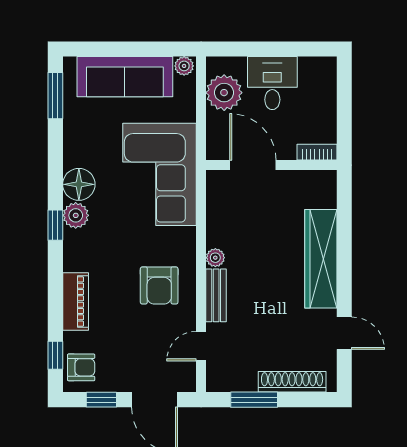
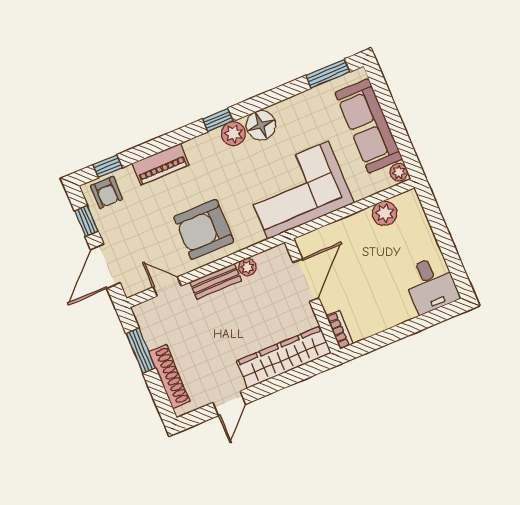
desk: (272, 83) -> (431, 285), moved, turned 90
plant: (224, 93) -> (385, 213), width x0.73, depth x0.73
bookcase: (317, 152) -> (340, 330), moved
door: (253, 165) -> (306, 280), moved
wall: (271, 165) -> (312, 296), moved
armchair: (159, 285) -> (204, 229), width x1.36, depth x1.36

